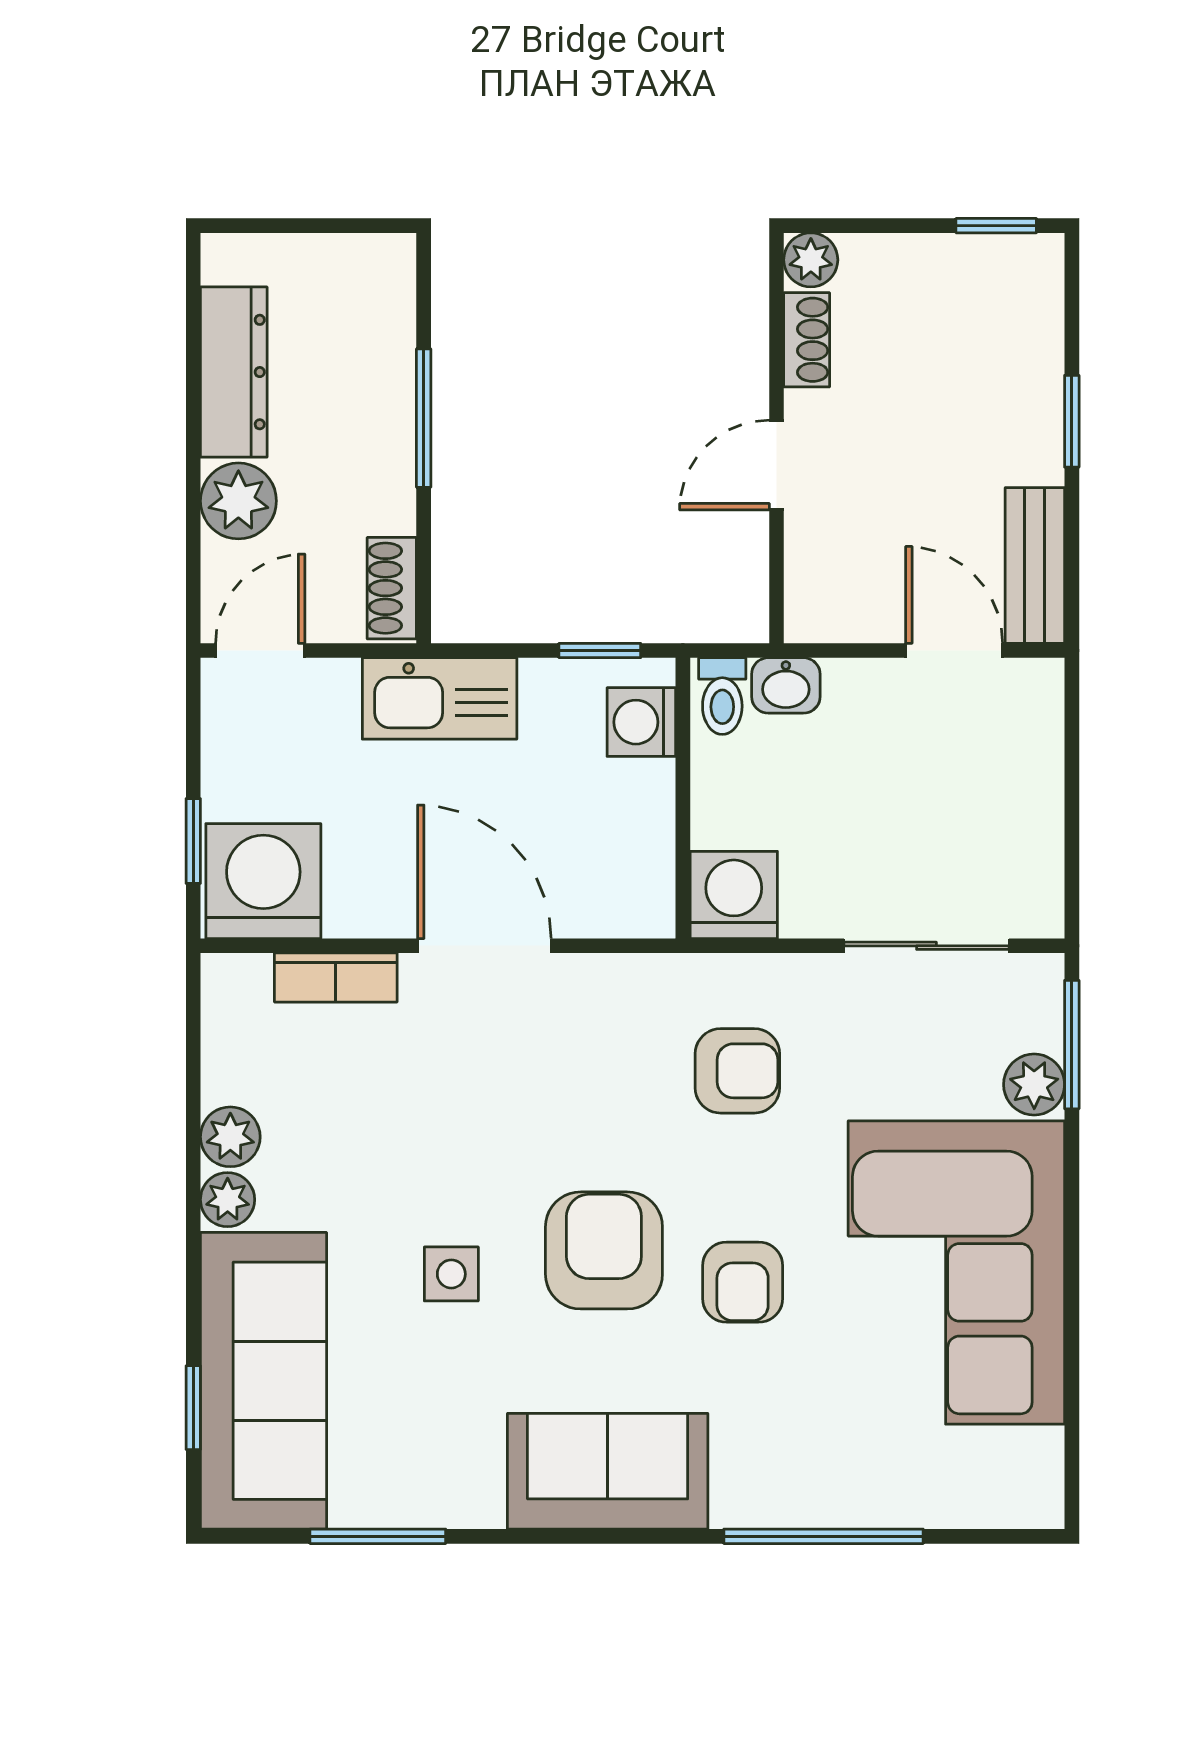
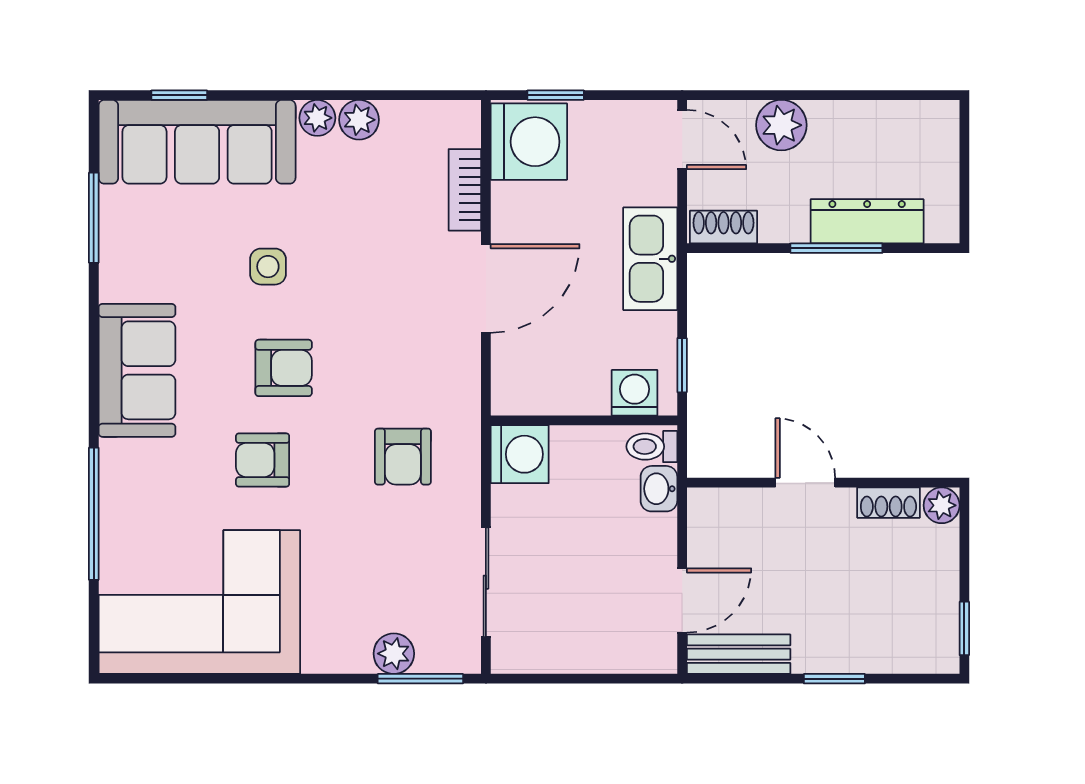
dresser: (234, 372) -> (867, 221), moved, turned 180
armchair: (604, 1250) -> (284, 368), width x0.72, depth x0.72
corner sofa: (956, 1273) -> (199, 602), moved

